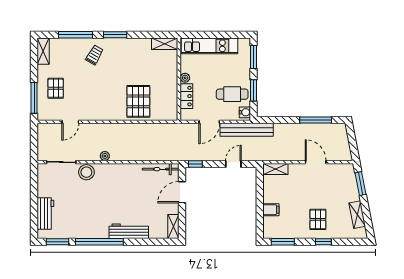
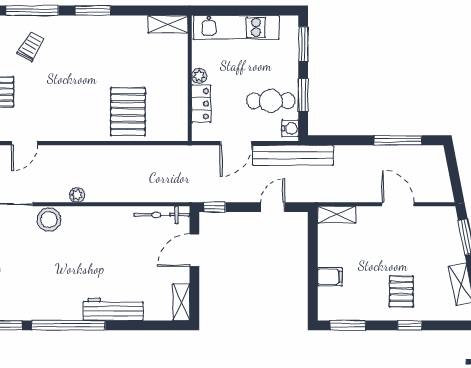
trolley: (94, 55) -> (31, 46), moved

